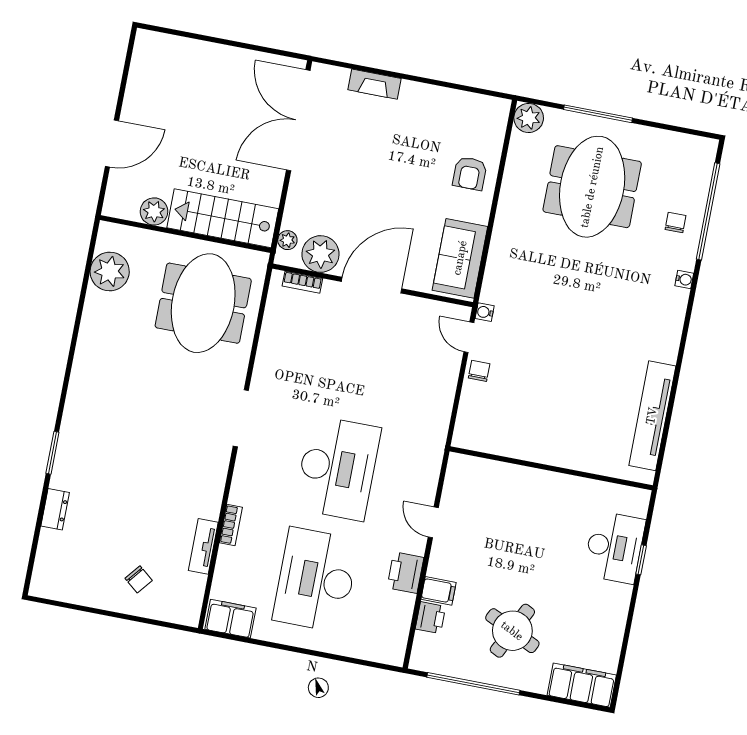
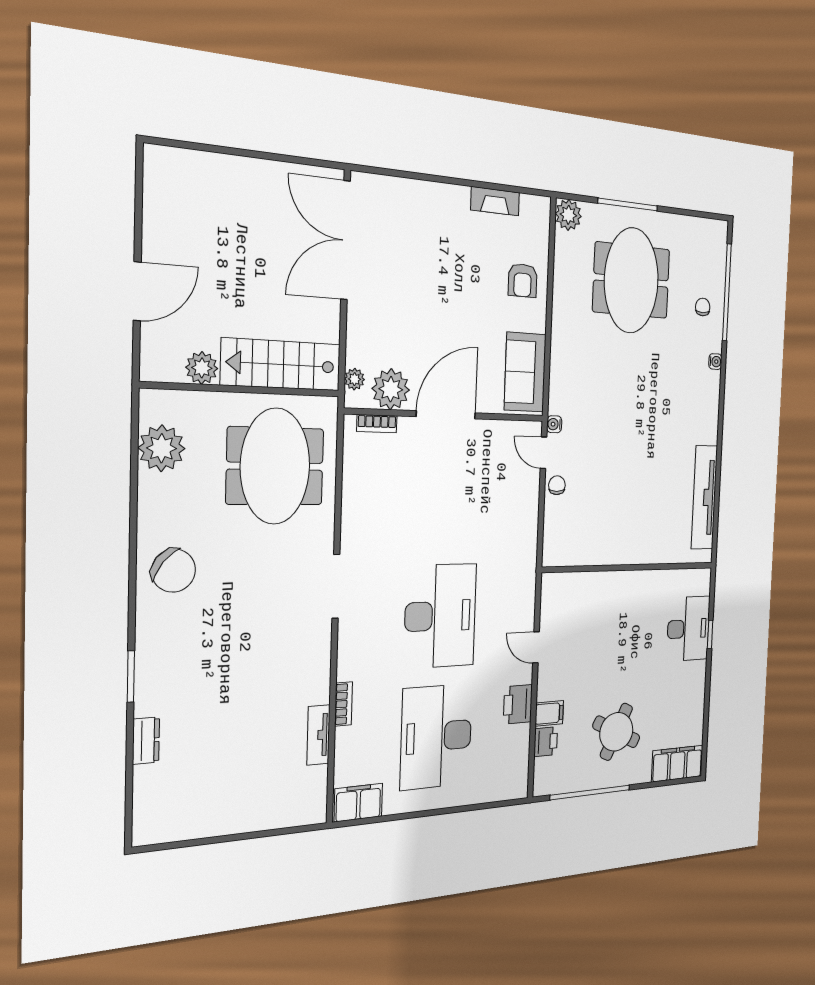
fireplace: (374, 84) -> (495, 201), moved
chair: (139, 579) -> (174, 571), moved, width x1.87, depth x1.87

